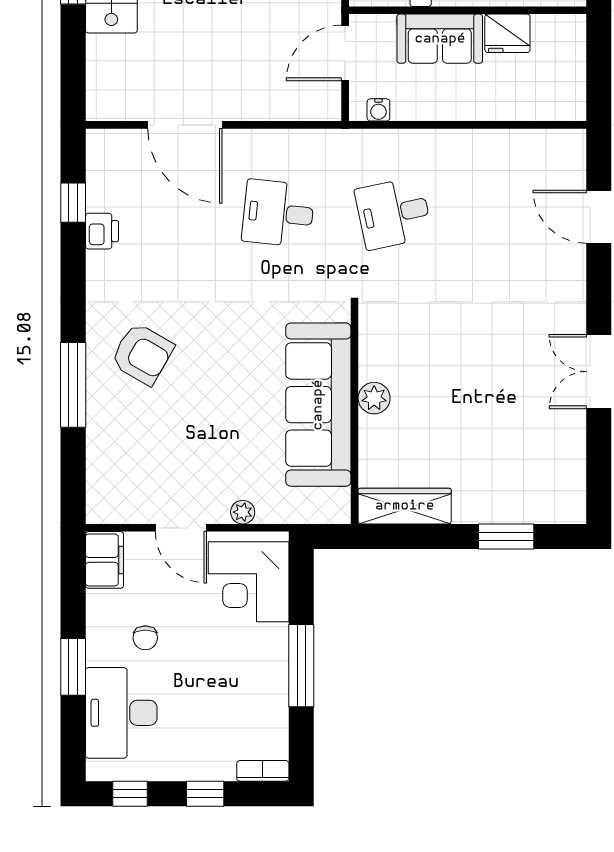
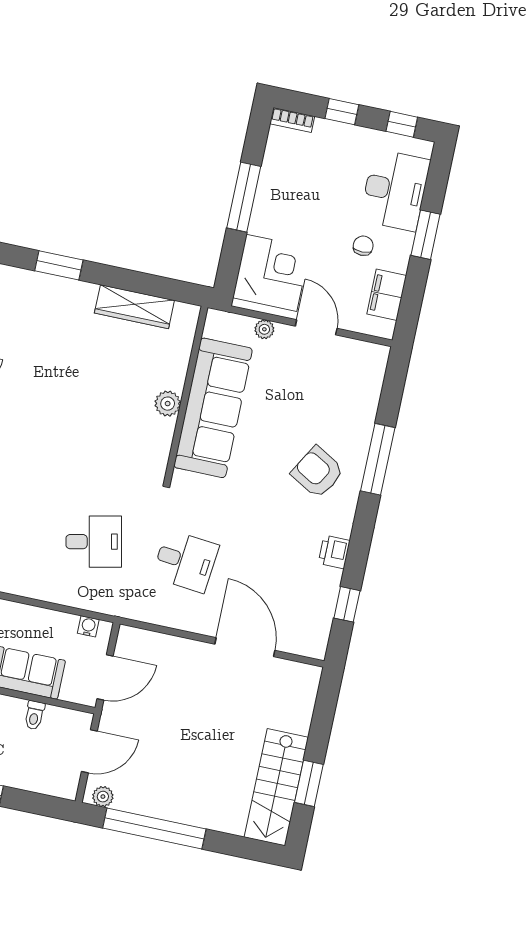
printer: (102, 231) -> (334, 552), moved
plant: (374, 398) -> (168, 404), moved
sofa: (318, 405) -> (213, 408), moved
wall: (355, 415) -> (186, 394), moved
filing cabinet: (104, 560) -> (387, 295), moved

